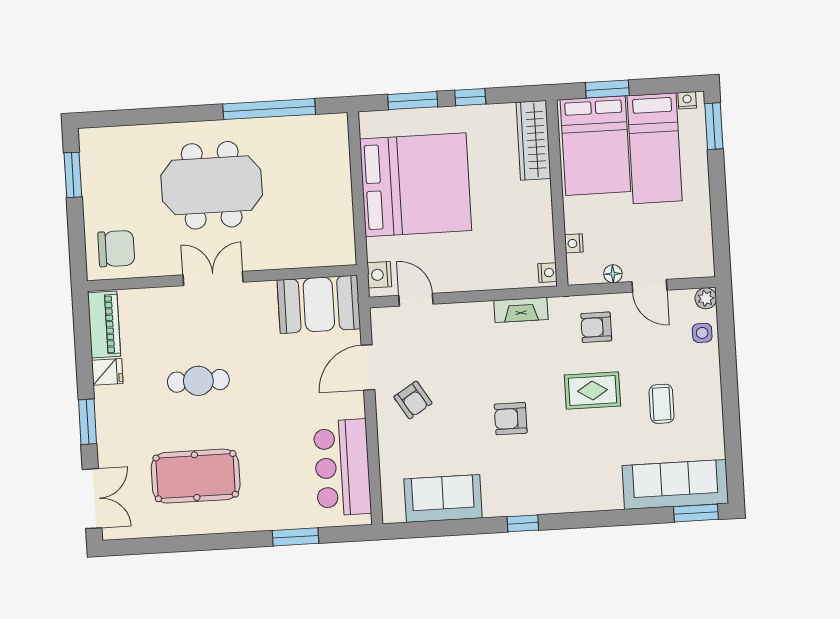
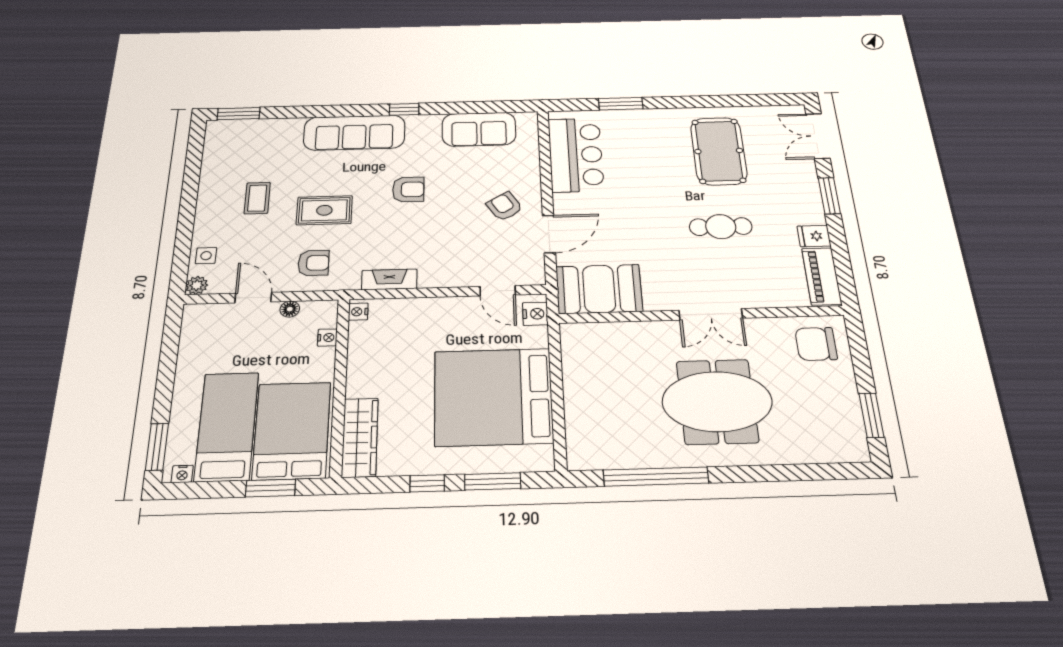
pool table: (196, 476) -> (719, 151), turned 90
sofa: (675, 484) -> (354, 133), moved

